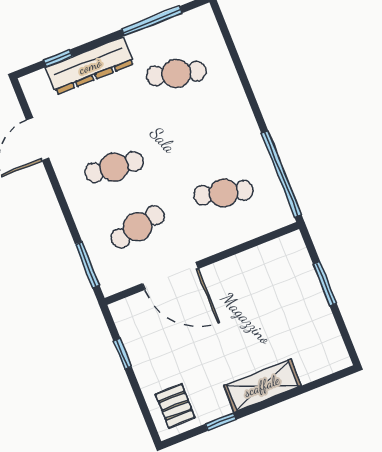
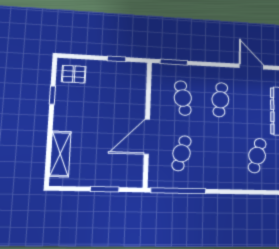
door: (170, 276) -> (147, 137), moved
shelving: (262, 386) -> (60, 154), moved

